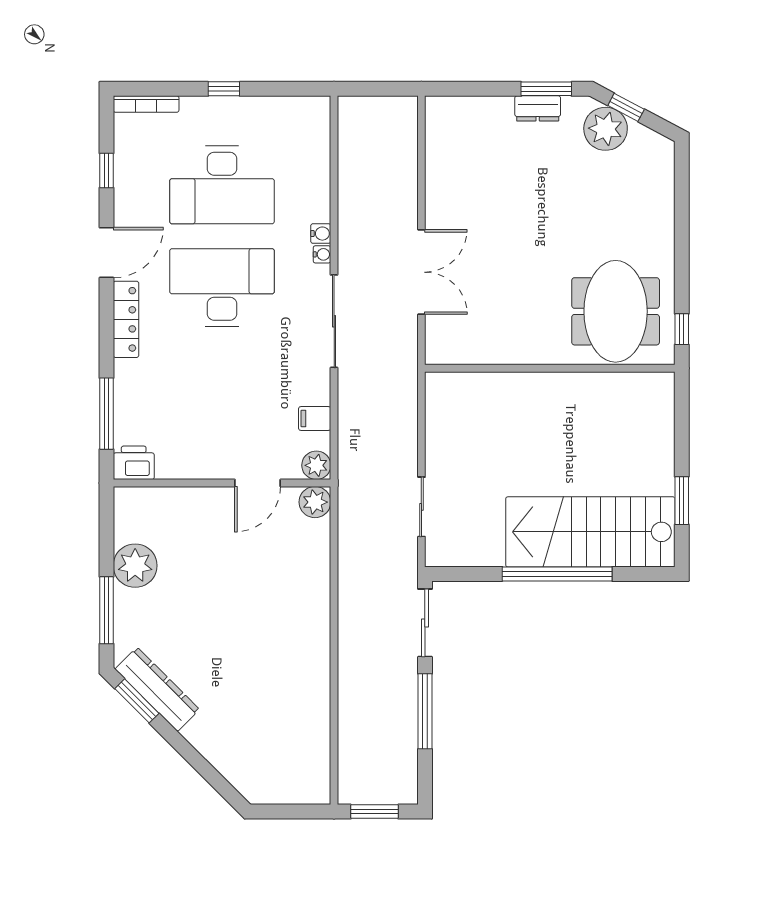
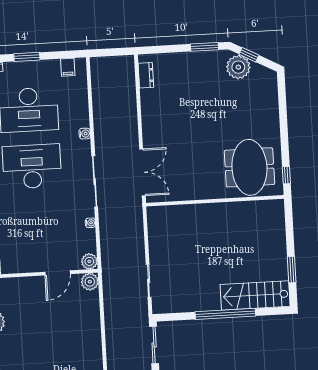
window: (224, 89) -> (27, 57), width x1.50
dresser: (538, 108) -> (146, 75), moved, turned -90
water cooler: (322, 254) -> (90, 223), moved
double door: (421, 272) -> (142, 172), moved
filing cabinet: (315, 418) -> (68, 67), moved, turned -90
stairs: (590, 532) -> (255, 295), width x0.73, depth x0.66

